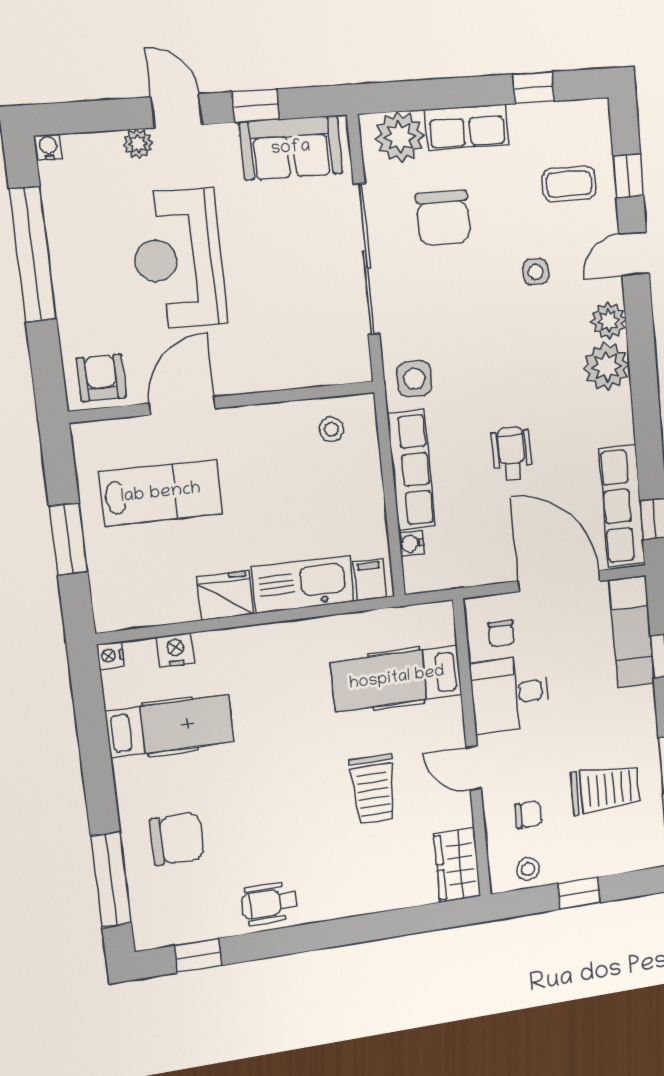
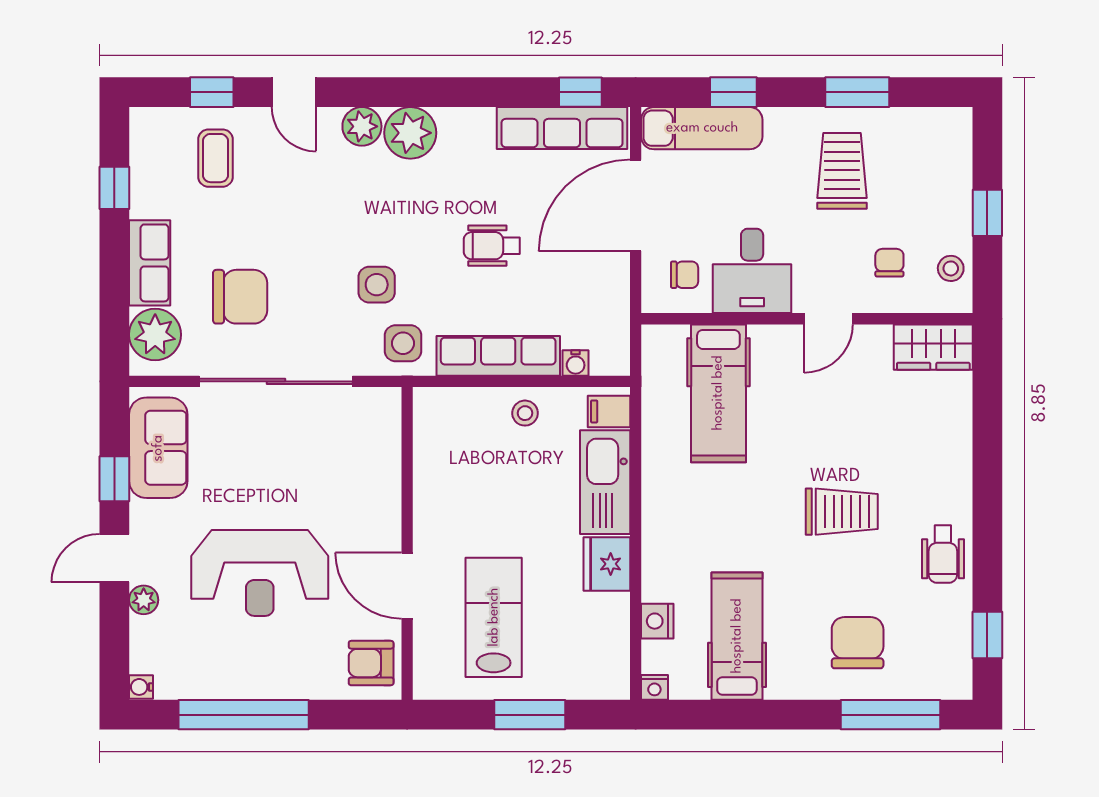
side table: (536, 272) -> (377, 285), moved, width x1.37, depth x1.37
stool: (331, 429) -> (525, 413), moved
trolley: (373, 789) -> (842, 512), moved
trolley: (605, 789) -> (842, 171), moved

